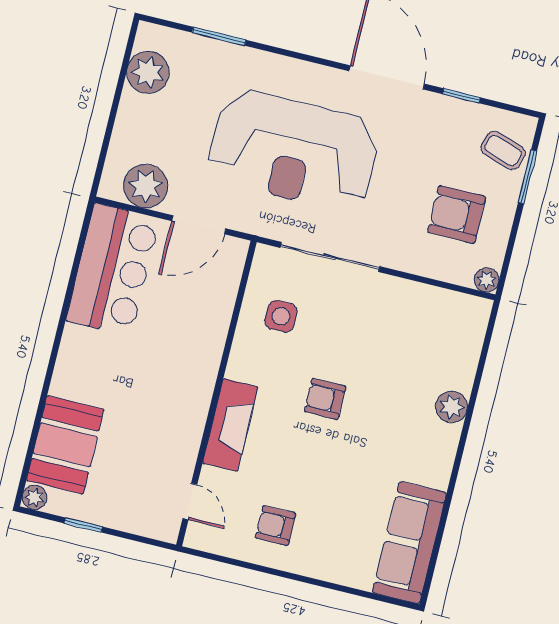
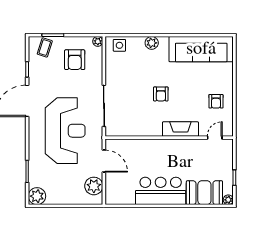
plant: (148, 72) -> (37, 196), moved
bar counter: (113, 270) -> (161, 191), moved
side table: (281, 316) -> (119, 45), moved
sofa: (409, 543) -> (201, 49), width x1.36, depth x1.27

